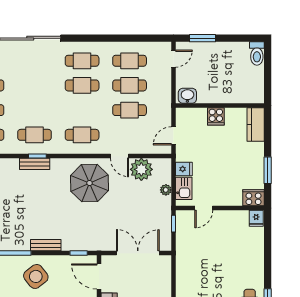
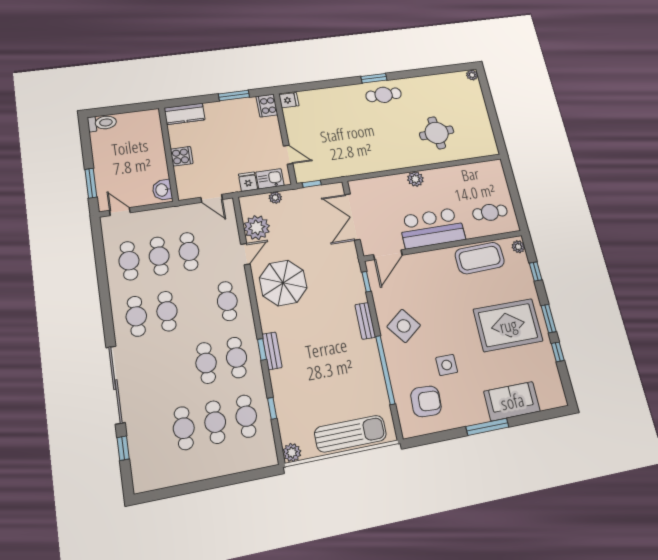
cafe table: (35, 110) -> (206, 363), added

